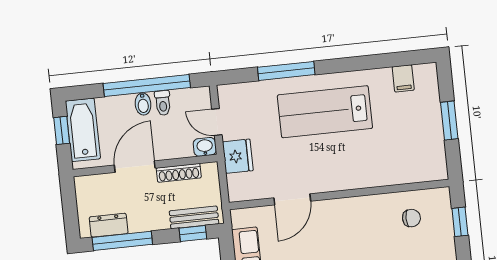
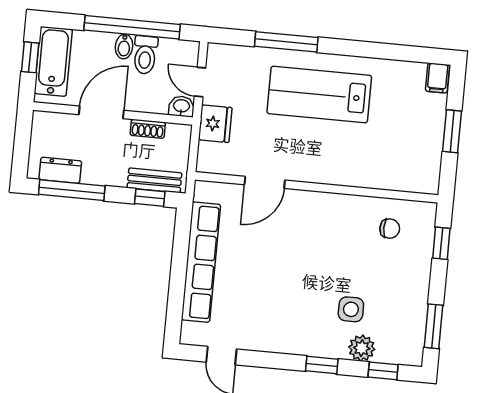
filing cabinet: (403, 78) -> (437, 78), moved
toilet: (163, 103) -> (145, 55), width x1.37, depth x1.39
shoe rack: (179, 173) -> (148, 129), width x0.70

